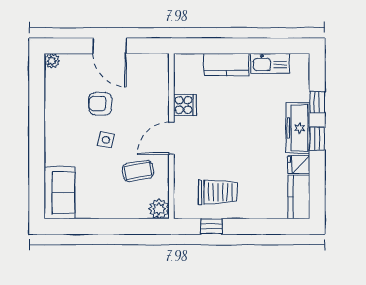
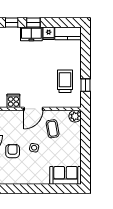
armchair: (100, 104) -> (13, 151), turned 180
freezer: (298, 128) -> (31, 34), width x0.71
door: (171, 138) -> (33, 109), hinge flipped

